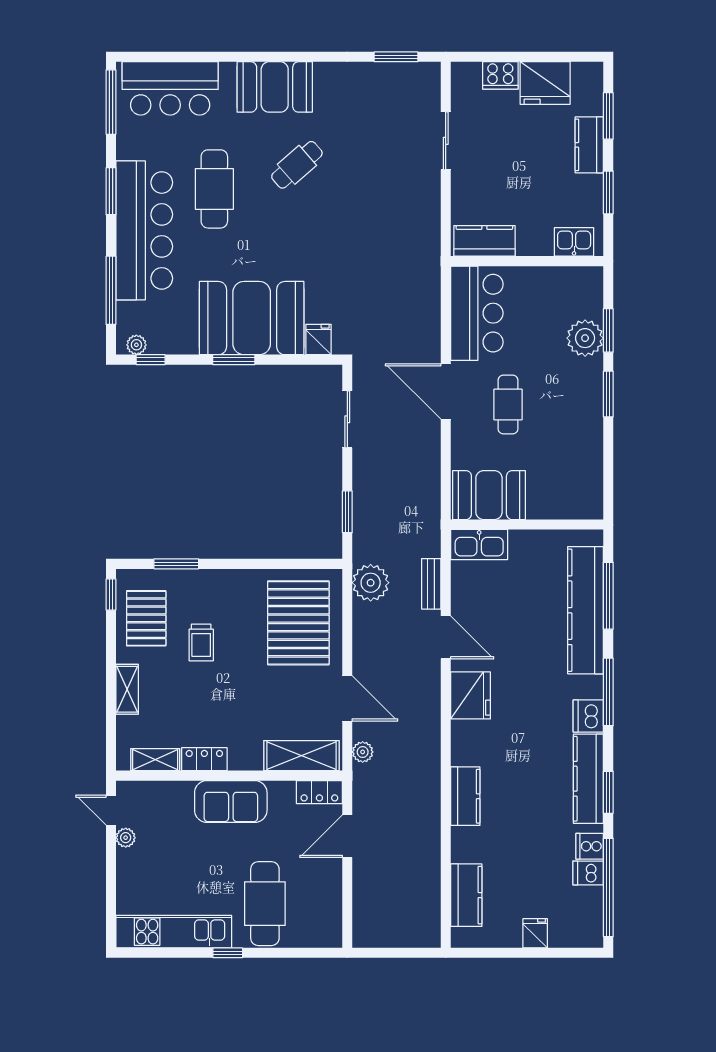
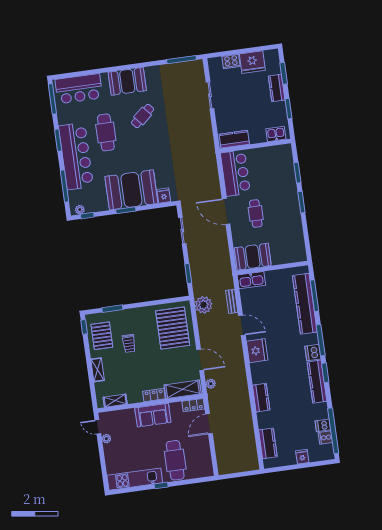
window: (396, 57) -> (181, 60), width x1.44
plant: (585, 338) -> (287, 178), removed
locker: (204, 759) -> (154, 395), moved
window: (608, 792) -> (325, 373), moved
cooker: (590, 846) -> (325, 438), moved

